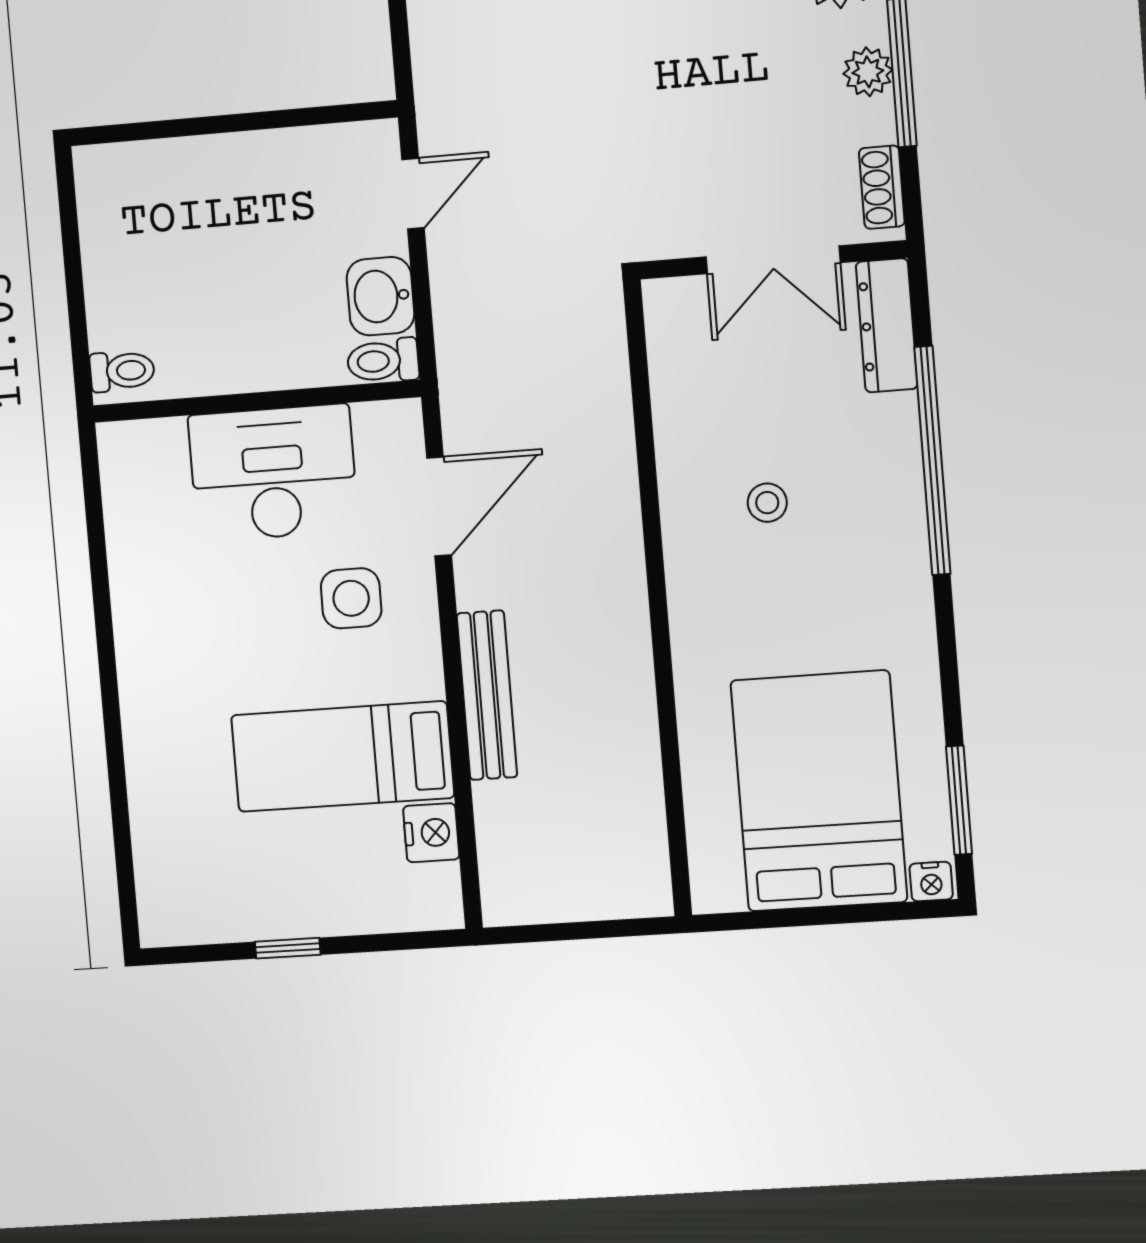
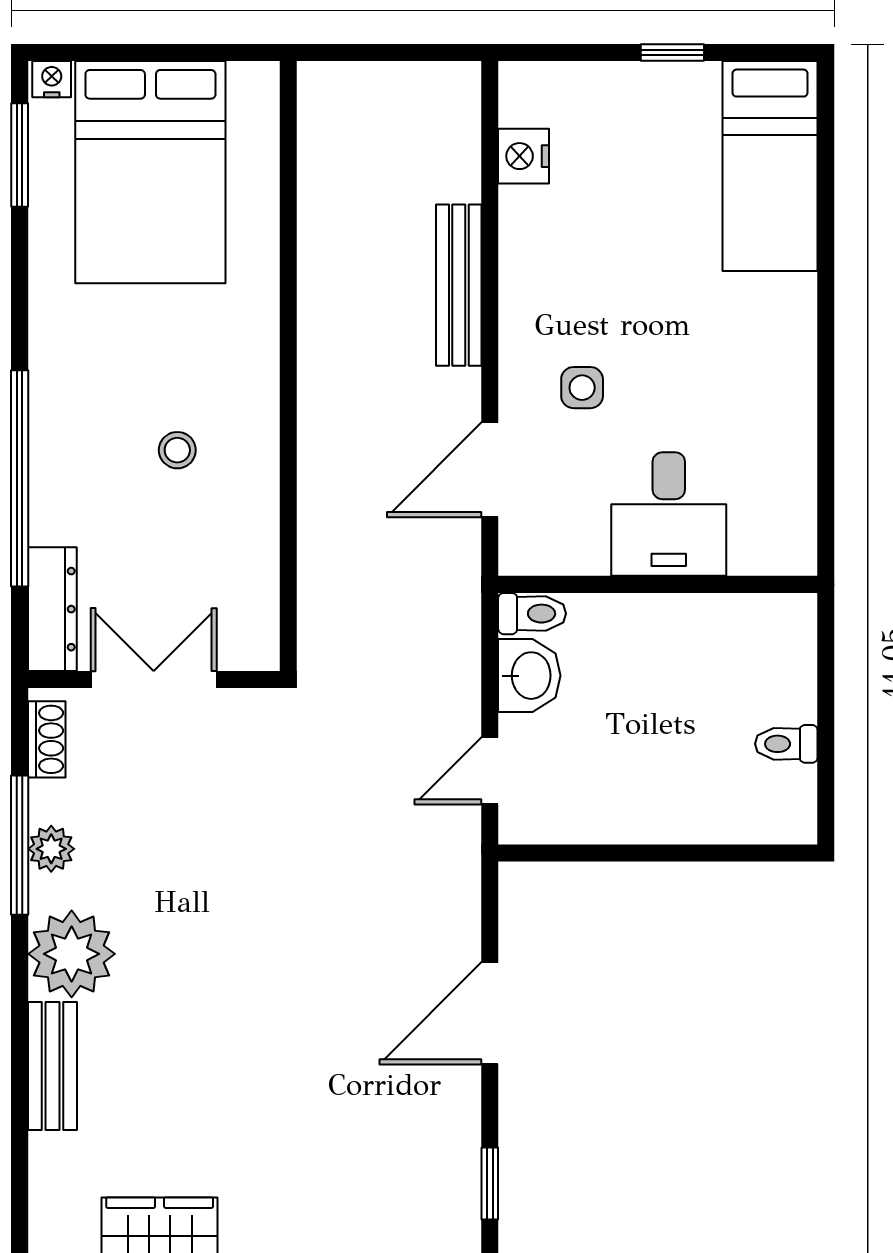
toilet: (122, 371) -> (786, 744), moved
desk: (273, 473) -> (669, 514), width x0.73
side table: (351, 598) -> (582, 388), width x0.73, depth x0.73
bed: (342, 757) -> (770, 166), moved, turned 90

